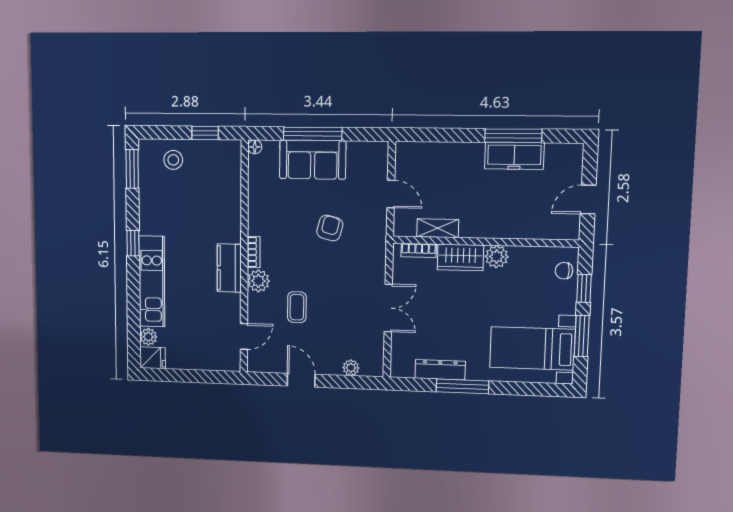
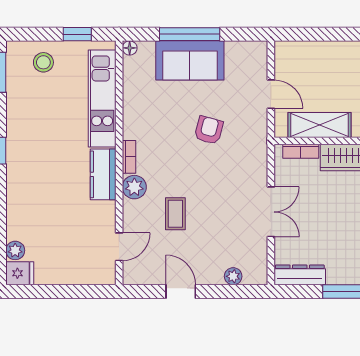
shelving: (438, 228) -> (319, 125), width x1.50, depth x1.33
kitchen unit: (152, 281) -> (102, 99), moved, turned 180
dresser: (440, 370) -> (300, 275), moved

